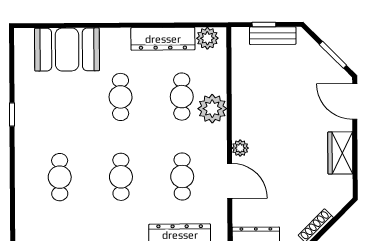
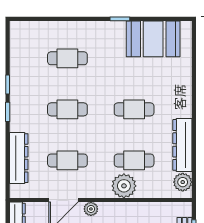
booth: (67, 49) -> (153, 39), moved, turned 90

